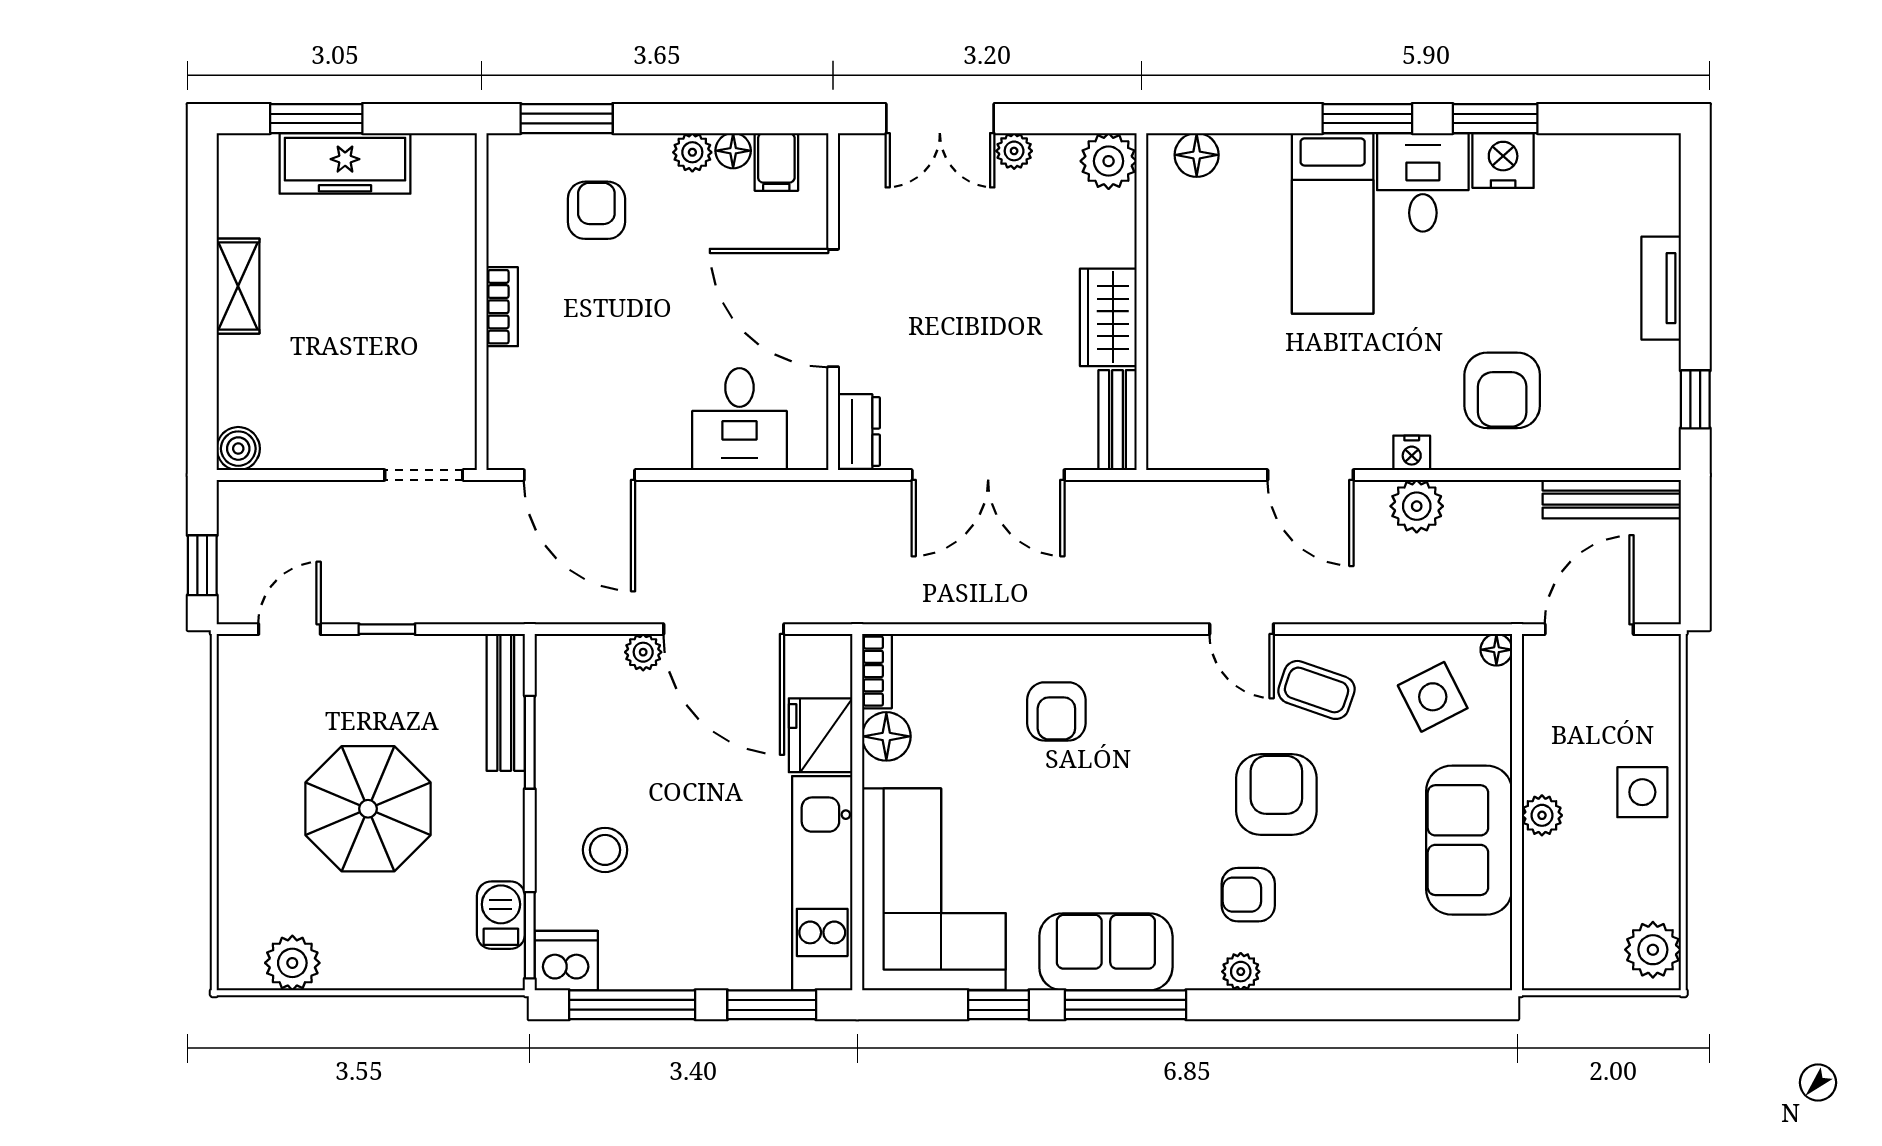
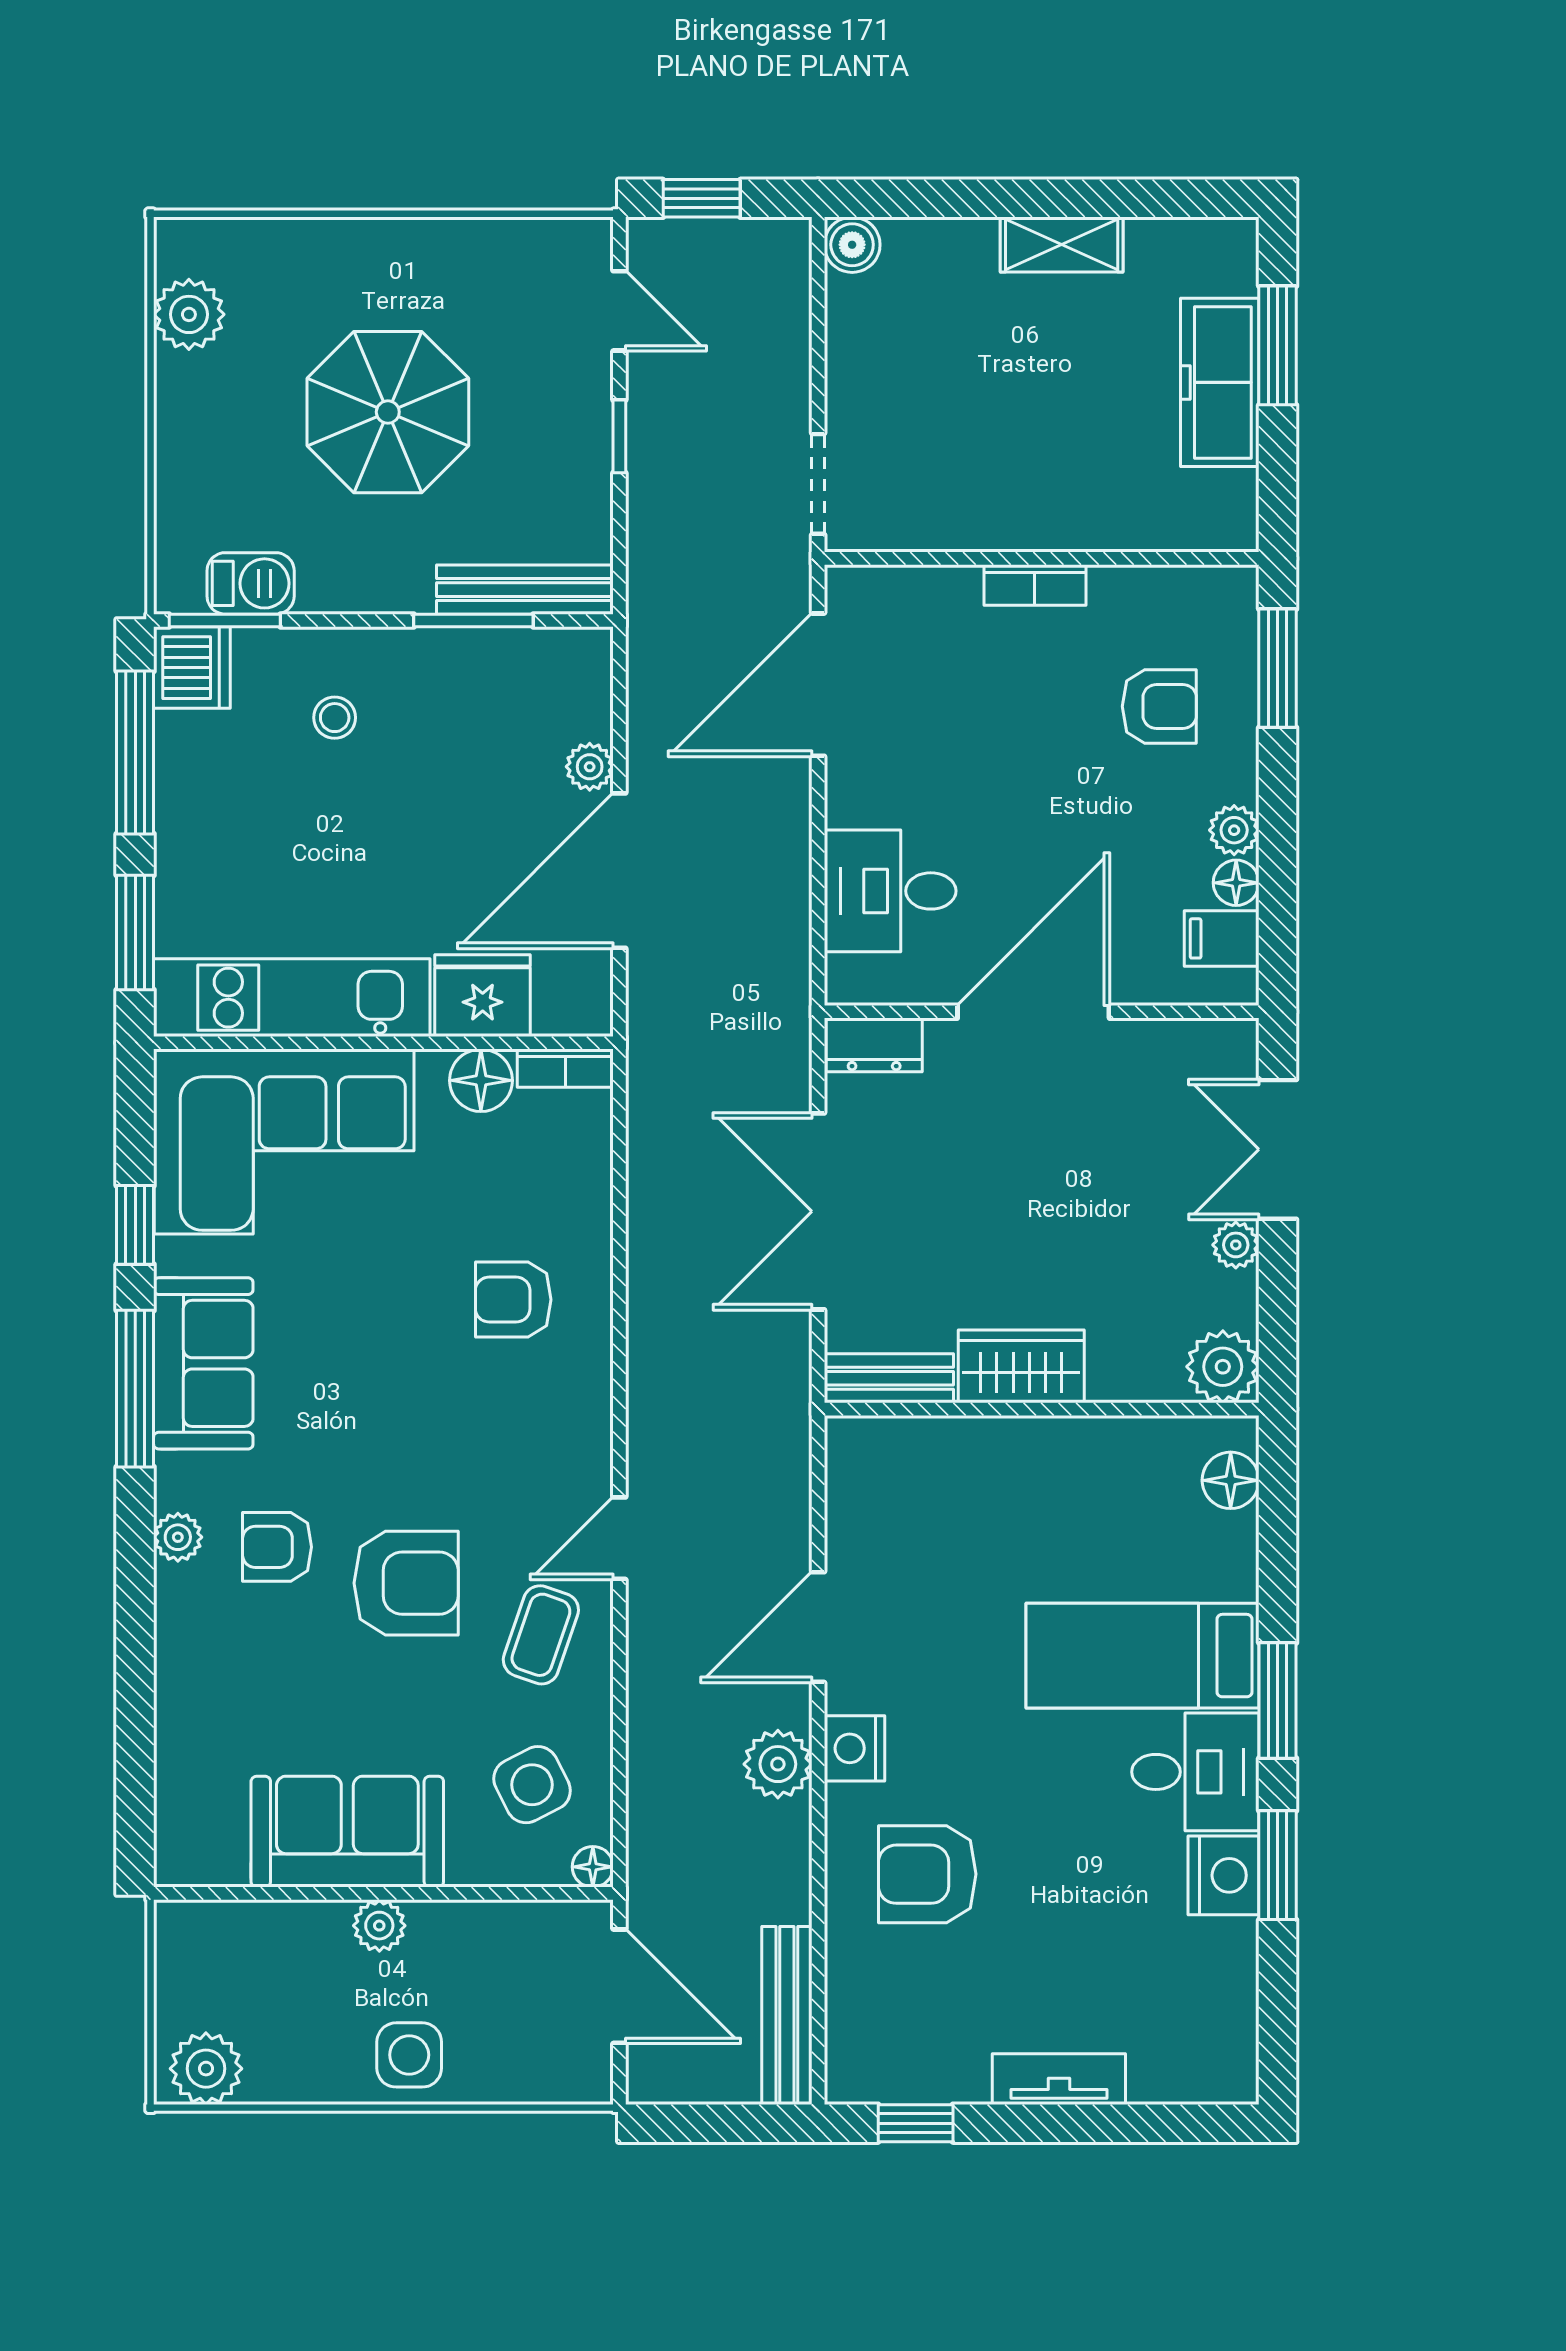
nightstand: (1412, 453) -> (855, 1748), width x1.39, depth x1.35
stool: (605, 850) -> (335, 718), width x0.73, depth x0.73
armchair: (1248, 895) -> (277, 1547), turned -90

